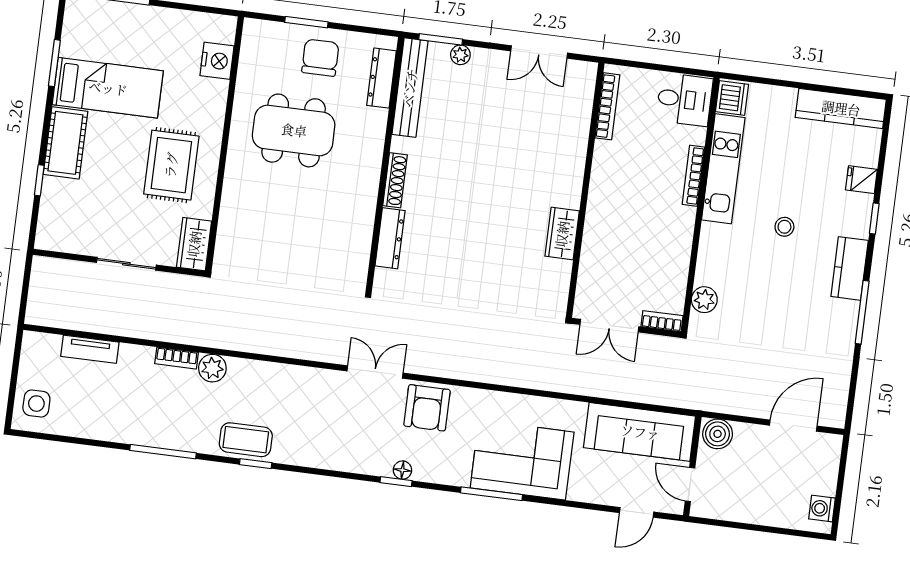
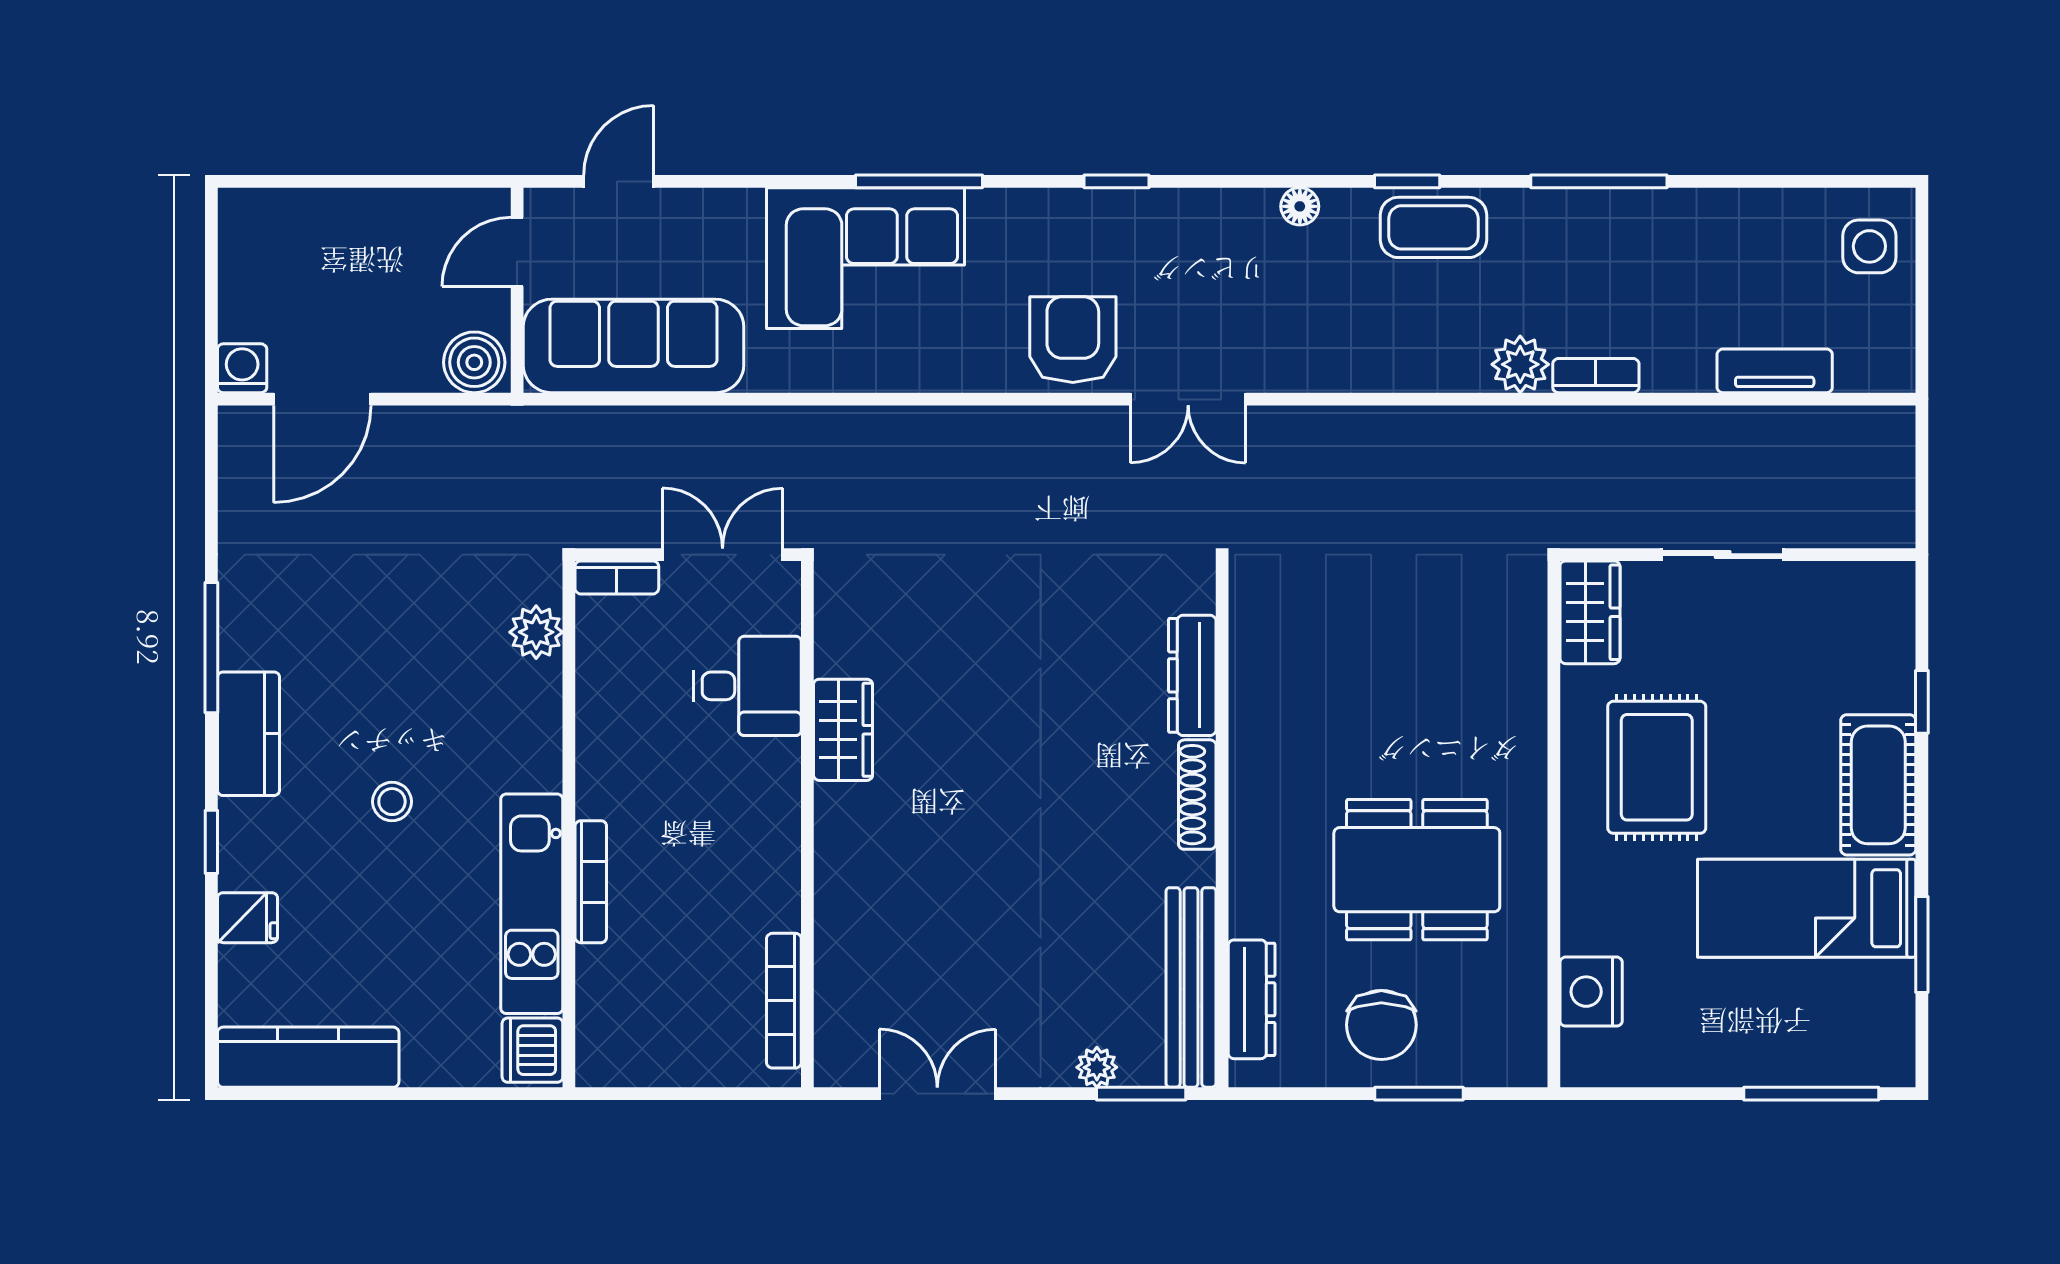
desk: (684, 100) -> (747, 686), moved, turned 180
floor lamp: (402, 470) -> (1300, 206), moved
door: (690, 485) -> (517, 252), swing flipped
washing machine: (822, 509) -> (242, 368), moved, turned -90

